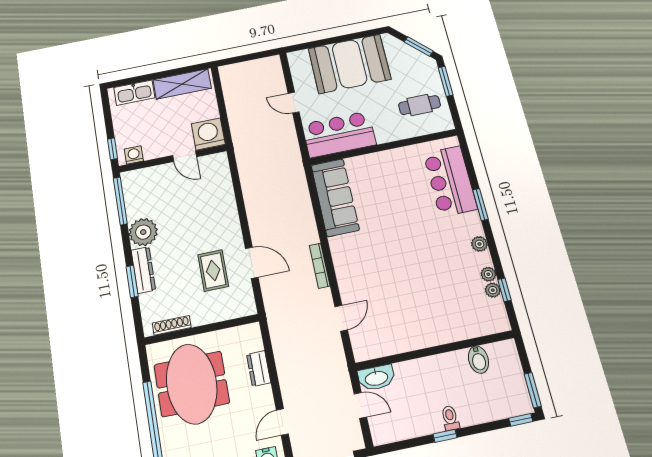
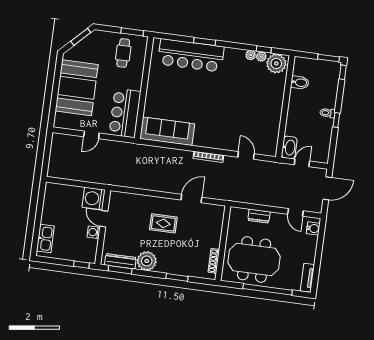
window: (446, 81) -> (132, 32), moved
shelving: (182, 84) -> (51, 205), removed
washing machine: (134, 155) -> (94, 232), moved
door: (185, 156) -> (104, 219), swing flipped
bar counter: (450, 181) -> (191, 55), width x1.36
window: (120, 201) -> (120, 270), width x0.69
plant: (479, 244) -> (276, 63), moved, width x1.87, depth x1.87
dresser: (143, 270) -> (120, 261), moved
rug: (213, 271) -> (163, 223), moved

